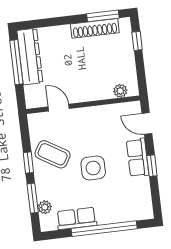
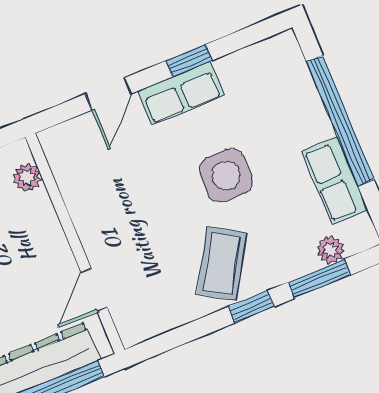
plant: (120, 91) -> (27, 177), moved
wall: (83, 105) -> (75, 243), moved
door: (59, 108) -> (94, 290), moved

